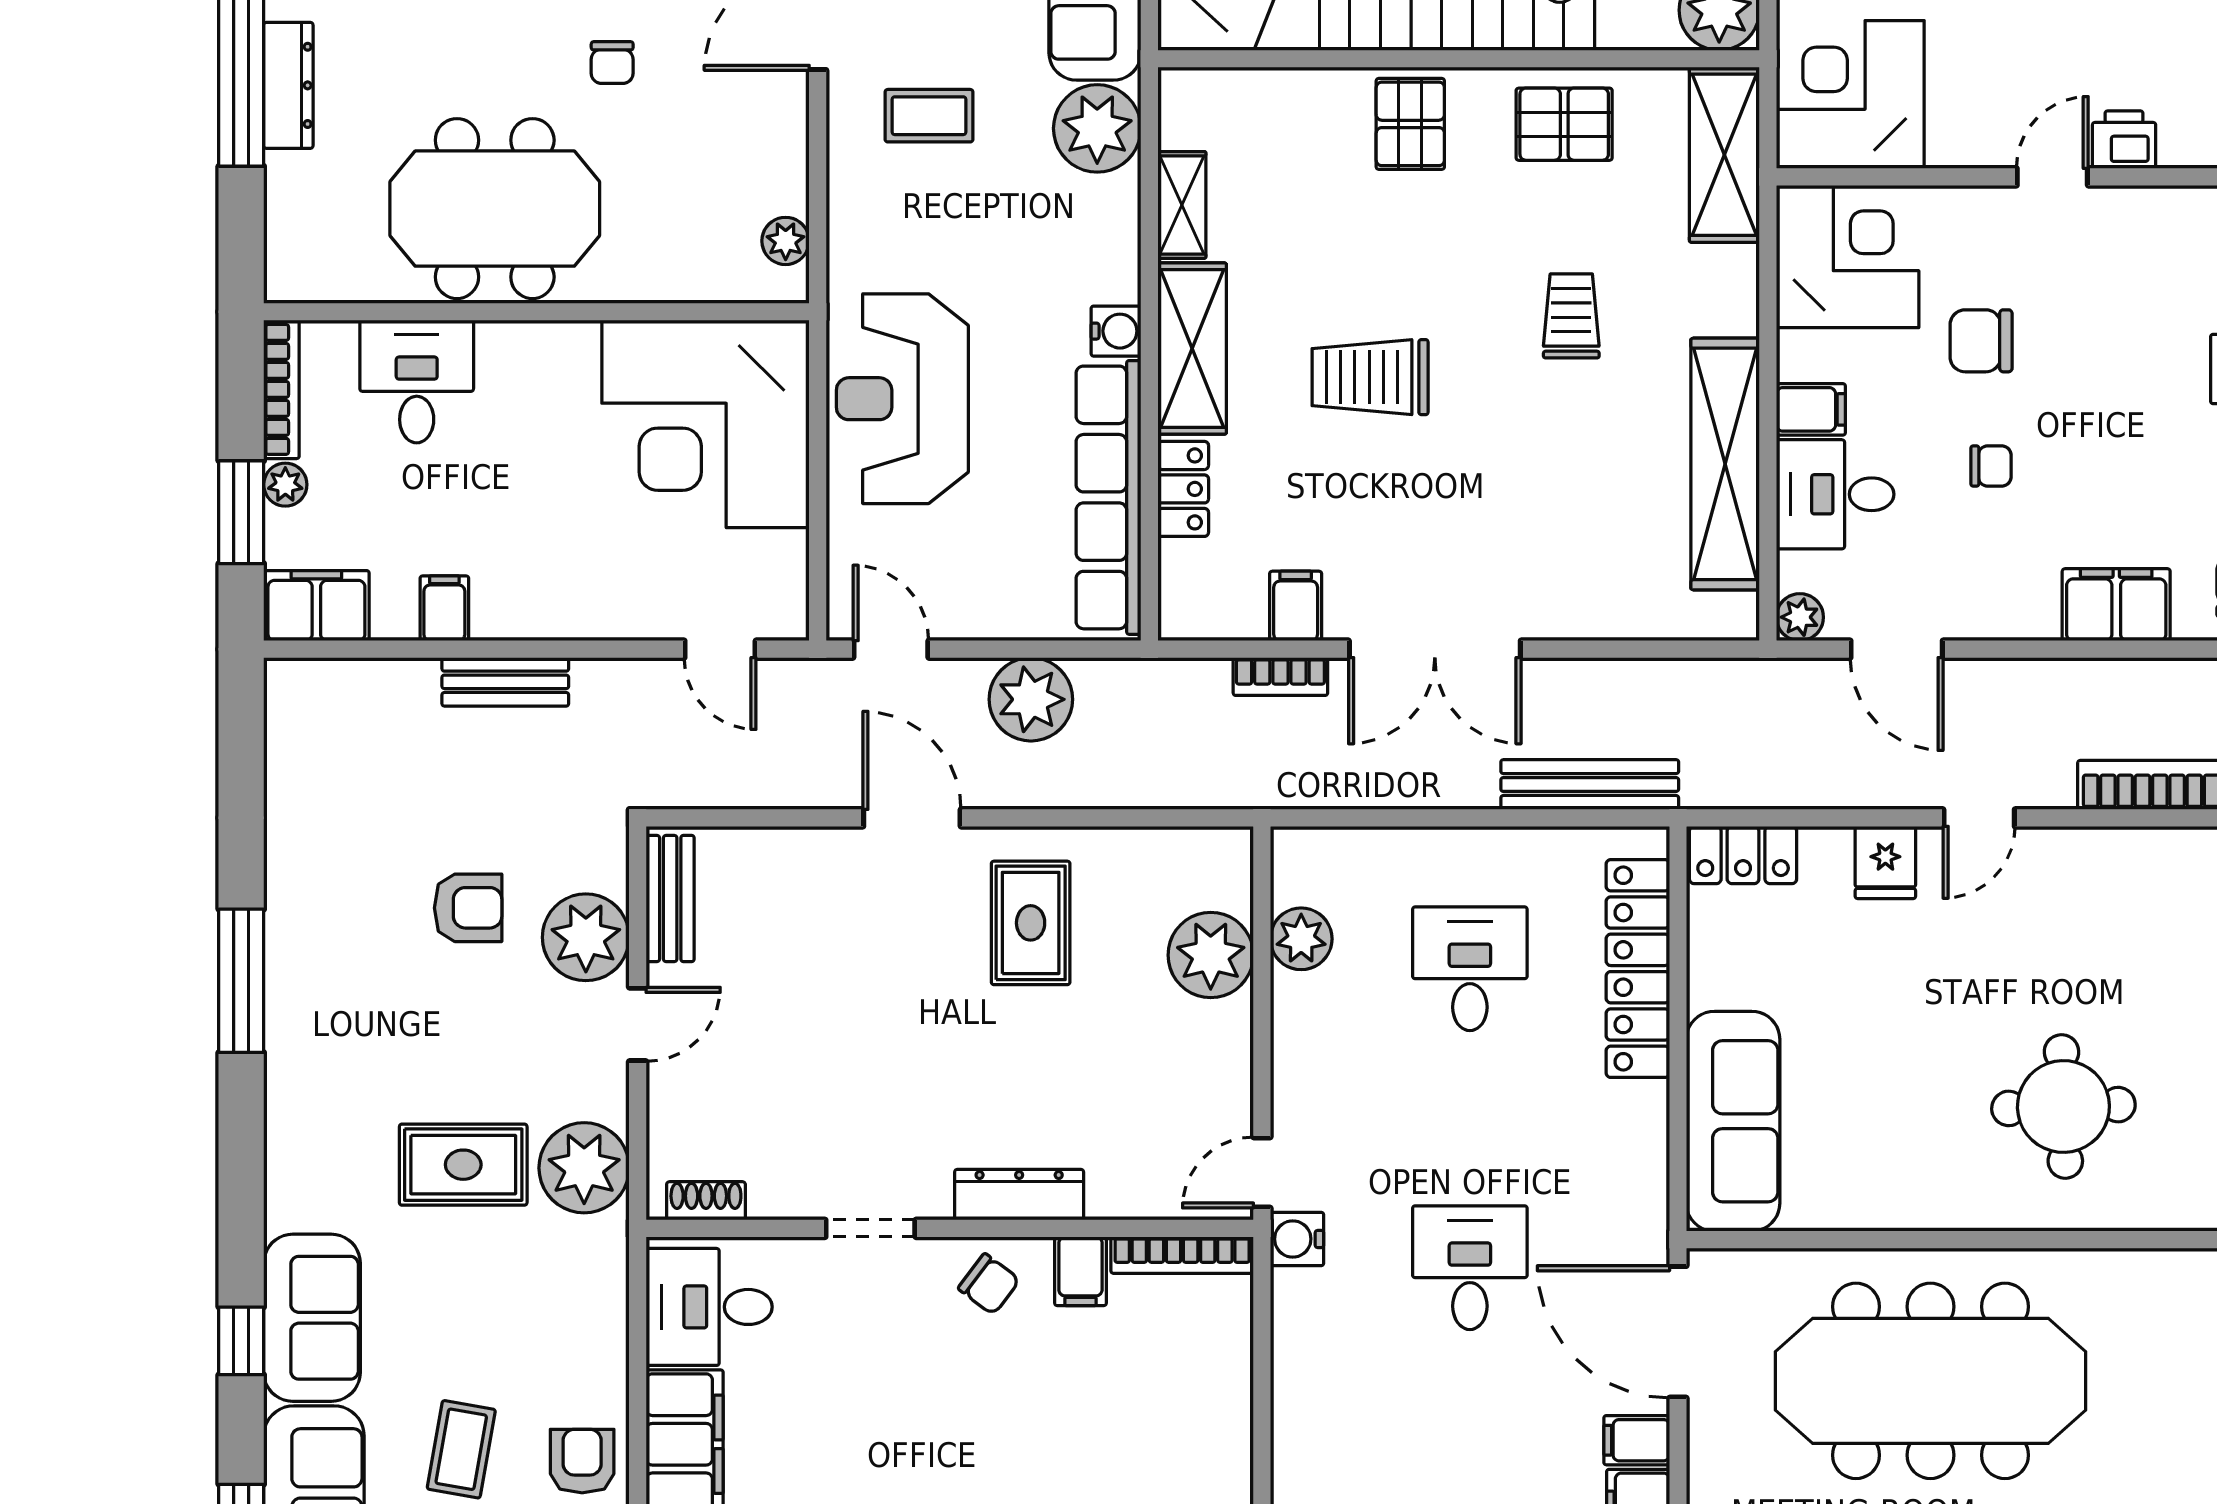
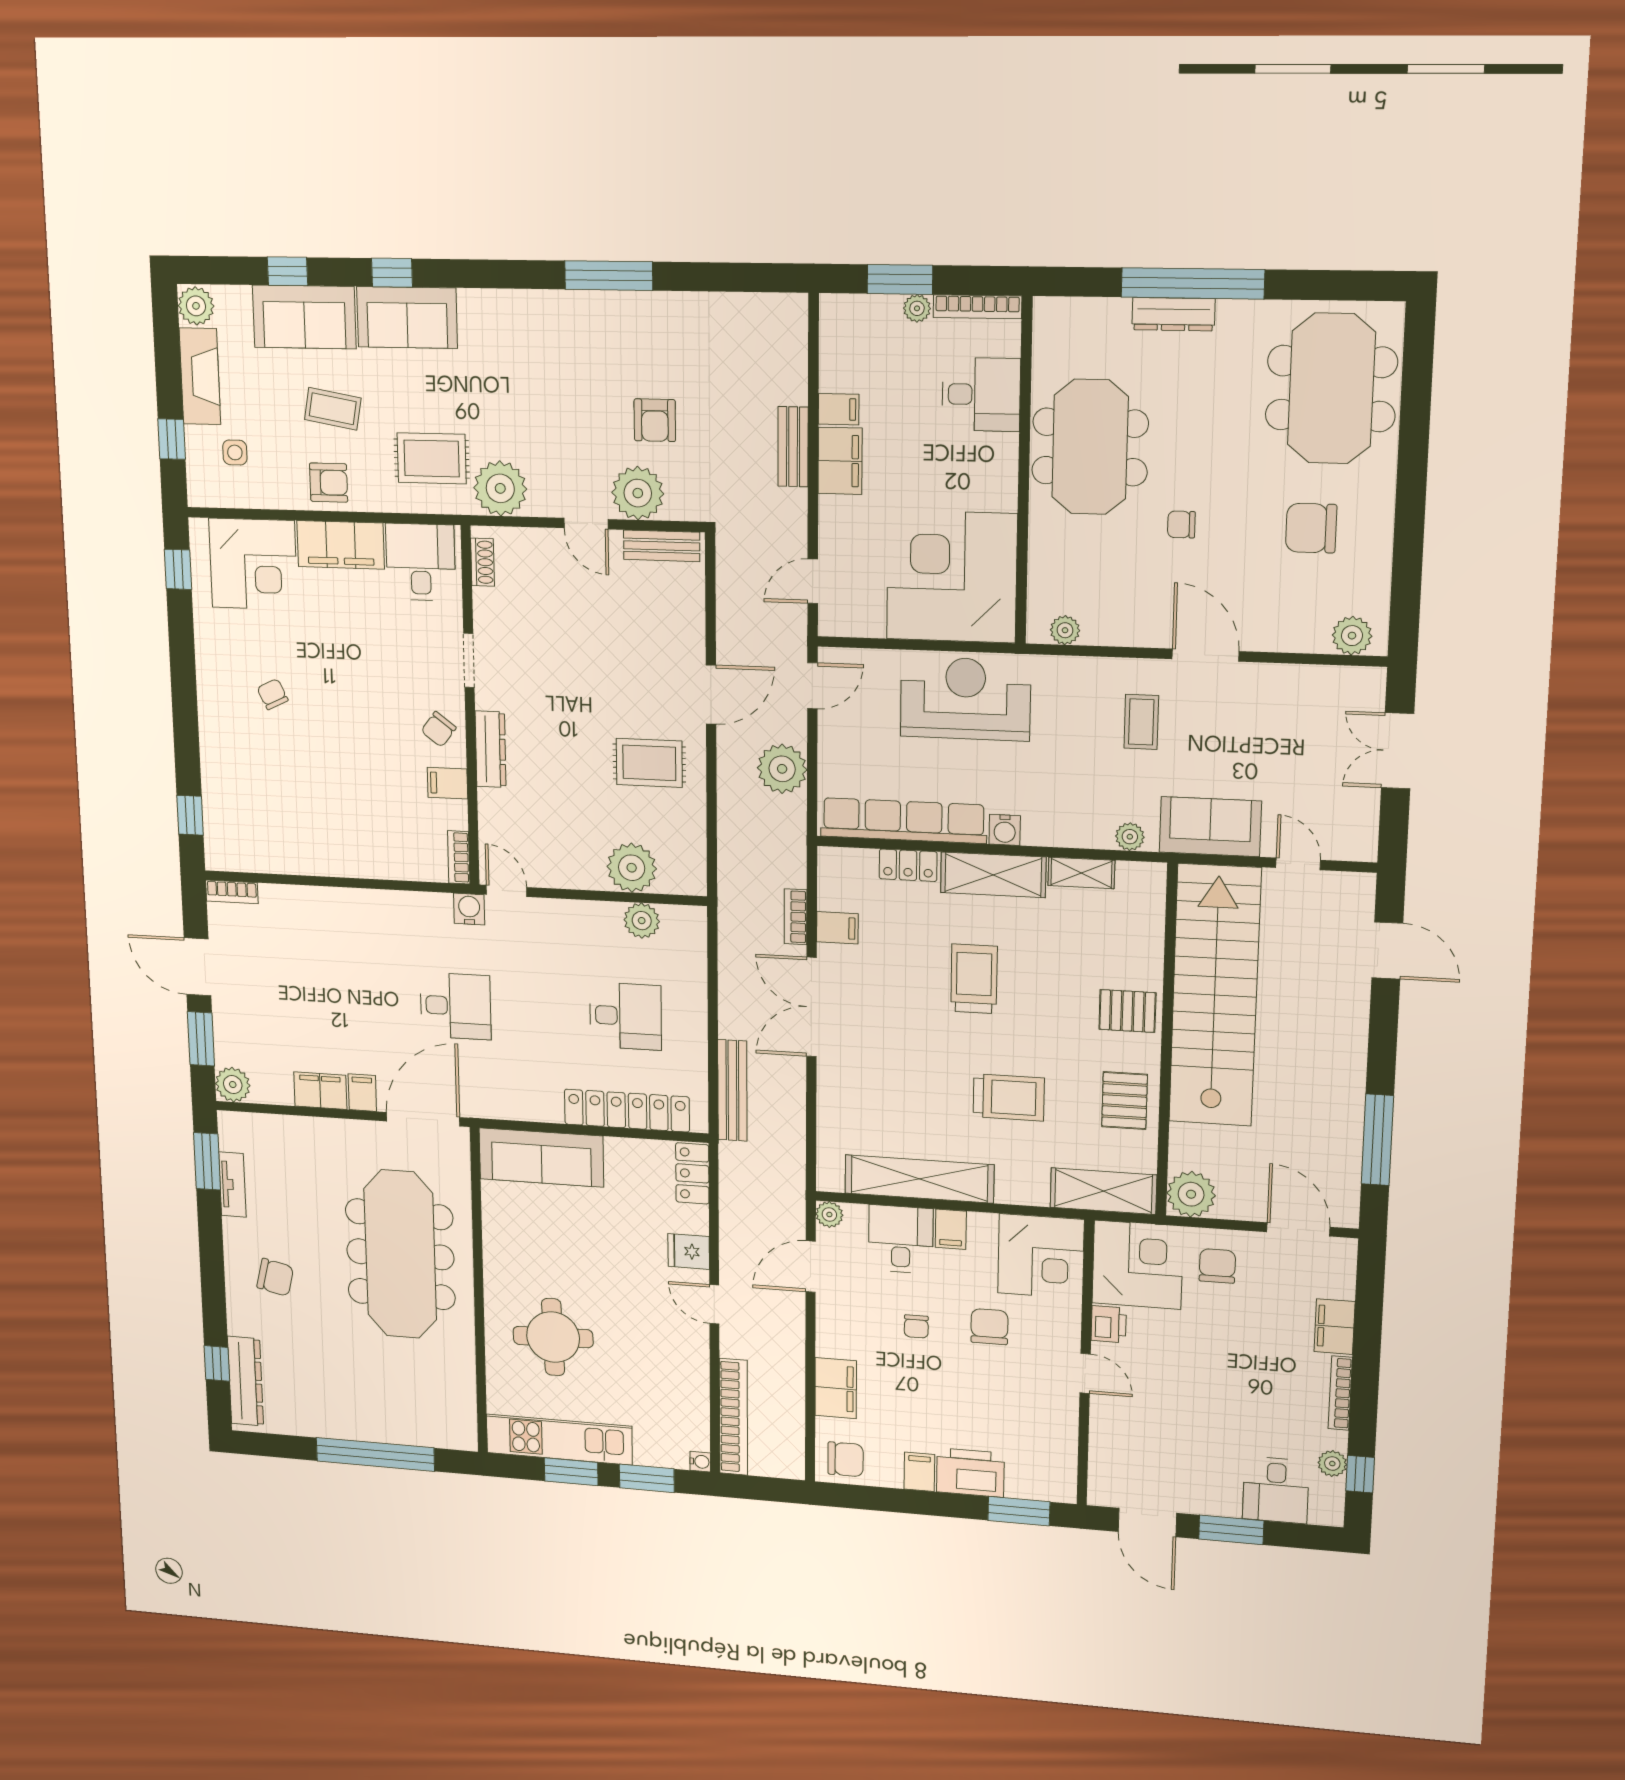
plant: (1097, 128) -> (1130, 837), width x0.53, depth x0.53
printer: (2124, 140) -> (1109, 1324), moved
trolley: (1571, 316) -> (1009, 1097), width x1.36, depth x1.39
filing cabinet: (316, 606) -> (840, 461), moved
rug: (463, 1165) -> (432, 458), moved, turned 90
bookcase: (1182, 1255) -> (459, 857), width x0.64

